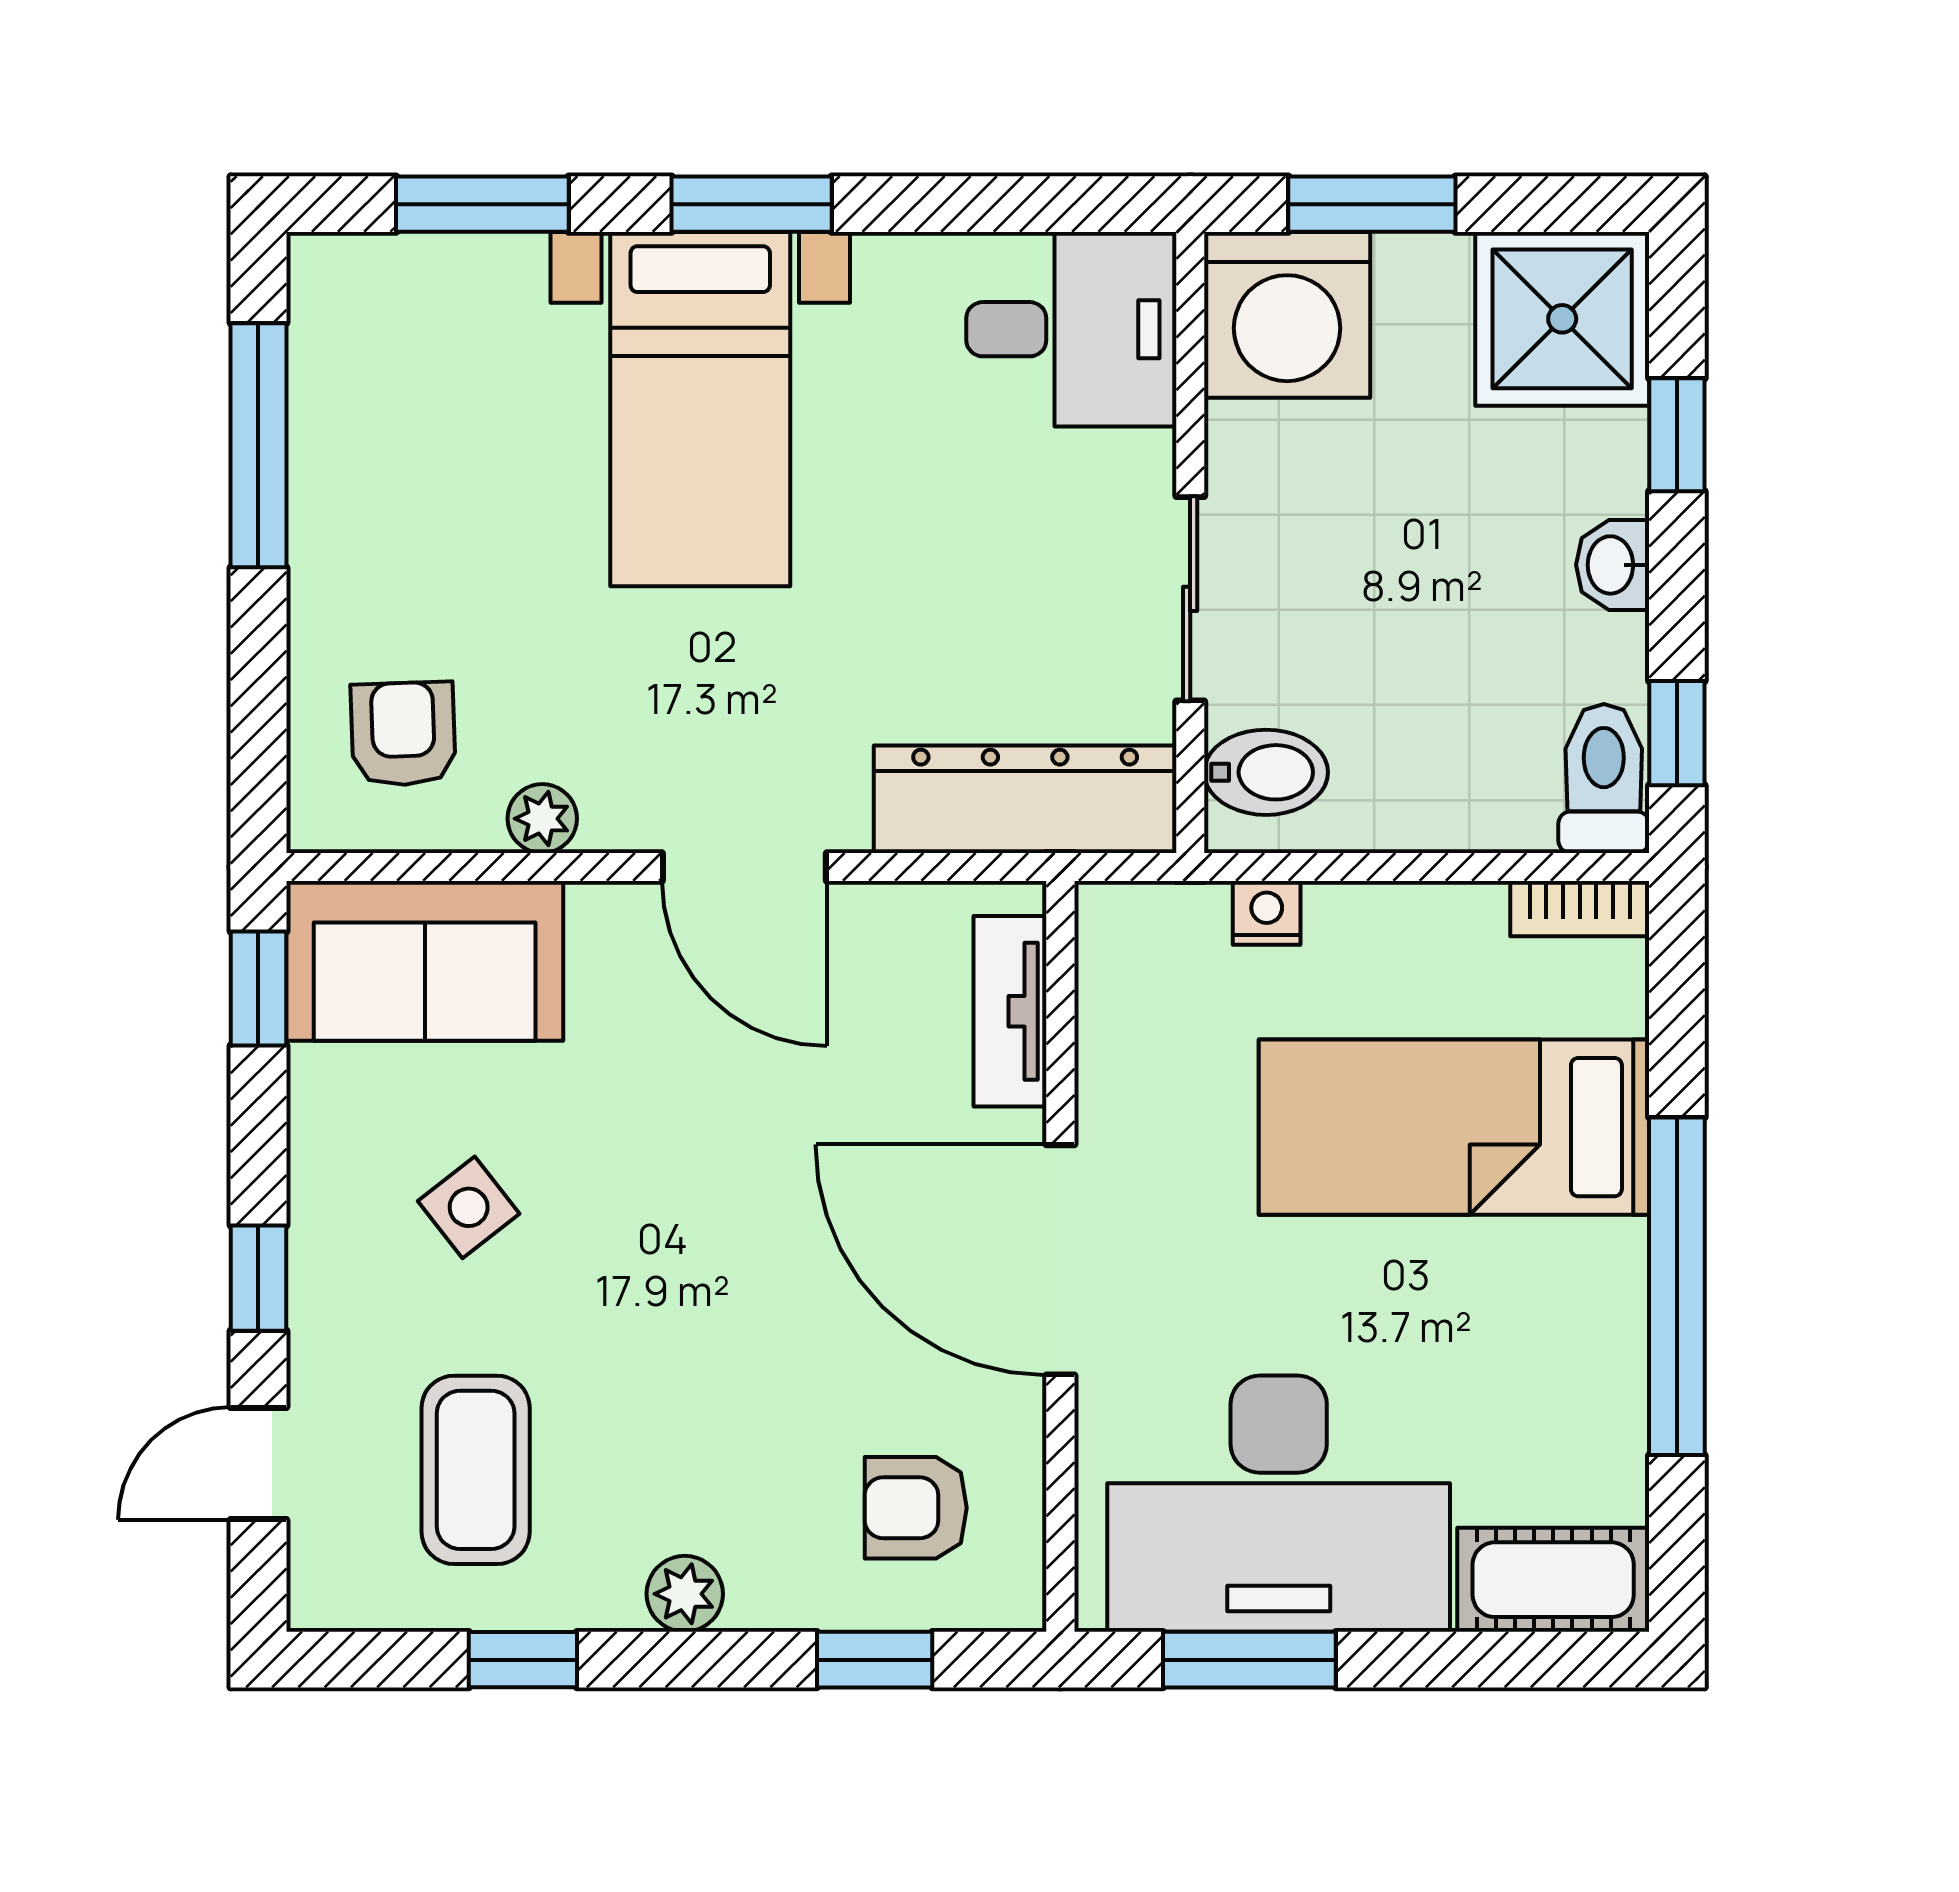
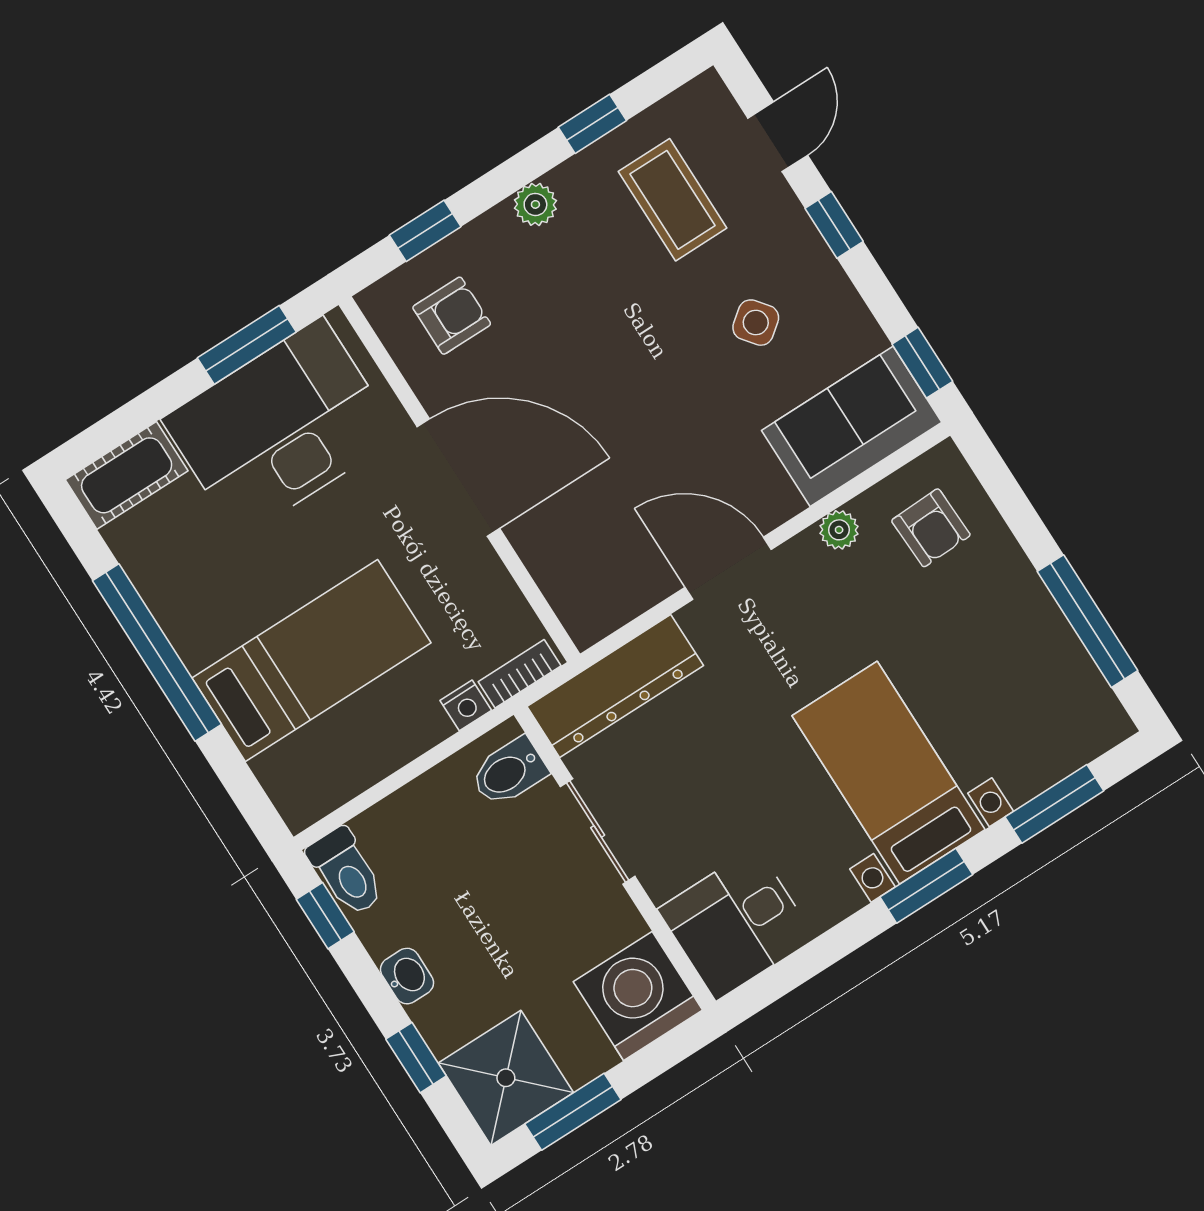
window: (1372, 204) -> (573, 1112), moved
bookcase: (1580, 909) -> (520, 674), moved
tv unit: (1010, 1011) -> (558, 580), removed

